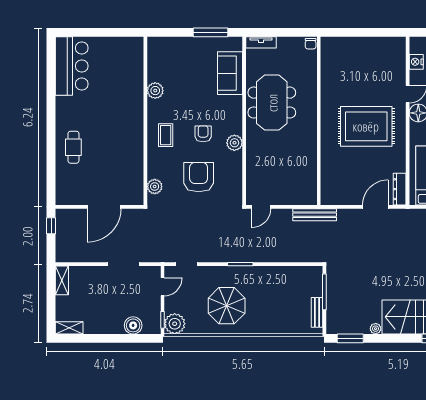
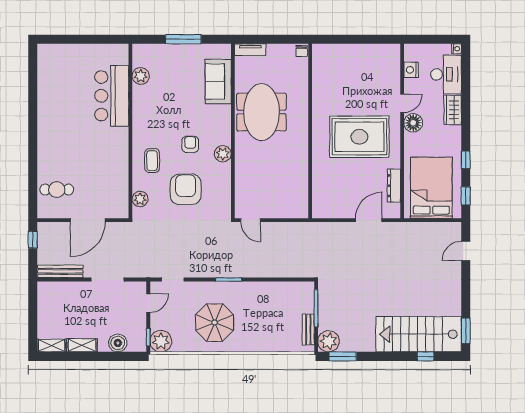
window: (211, 32) -> (183, 39), moved
bar counter: (72, 66) -> (112, 96), moved, turned 180
plant: (155, 91) -> (141, 76), moved
coffee table: (166, 135) -> (152, 161), moved
cafe table: (73, 147) -> (57, 190), moved, turned 90
dresser: (400, 189) -> (394, 186), moved
door: (261, 207) -> (251, 220), hinge flipped
bench: (315, 215) -> (60, 271), moved
shelving: (62, 280) -> (82, 345), moved, turned 90
plant: (376, 329) -> (329, 341), moved, width x1.88, depth x1.88

